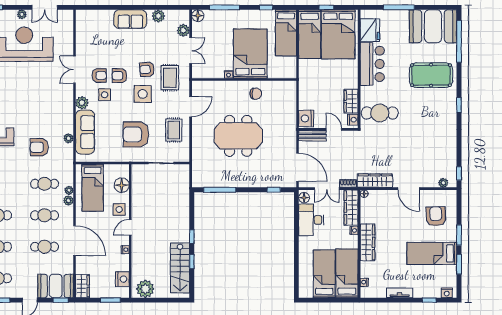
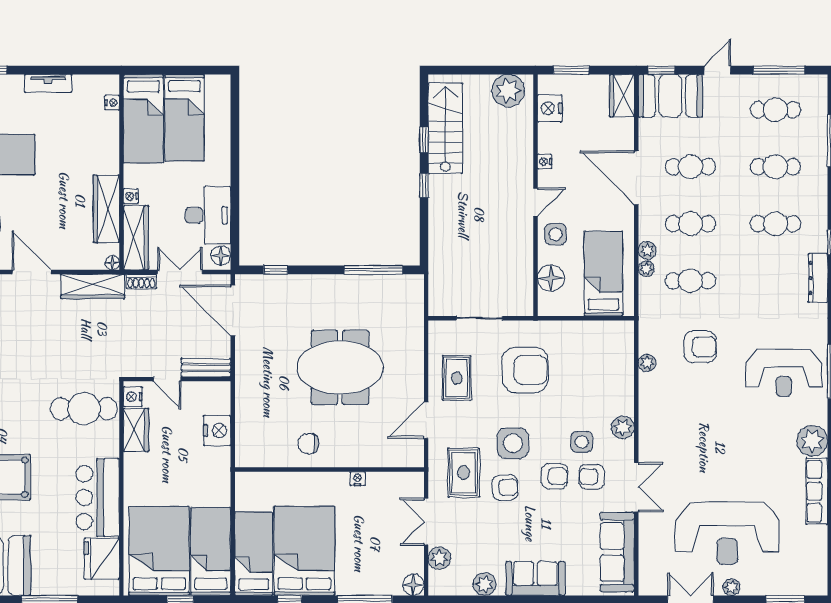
bed: (250, 54) -> (304, 551), moved, turned 180
nightstand: (306, 118) -> (217, 431), moved
sofa: (85, 132) -> (617, 552), moved
wardrobe: (367, 242) -> (106, 209), moved

